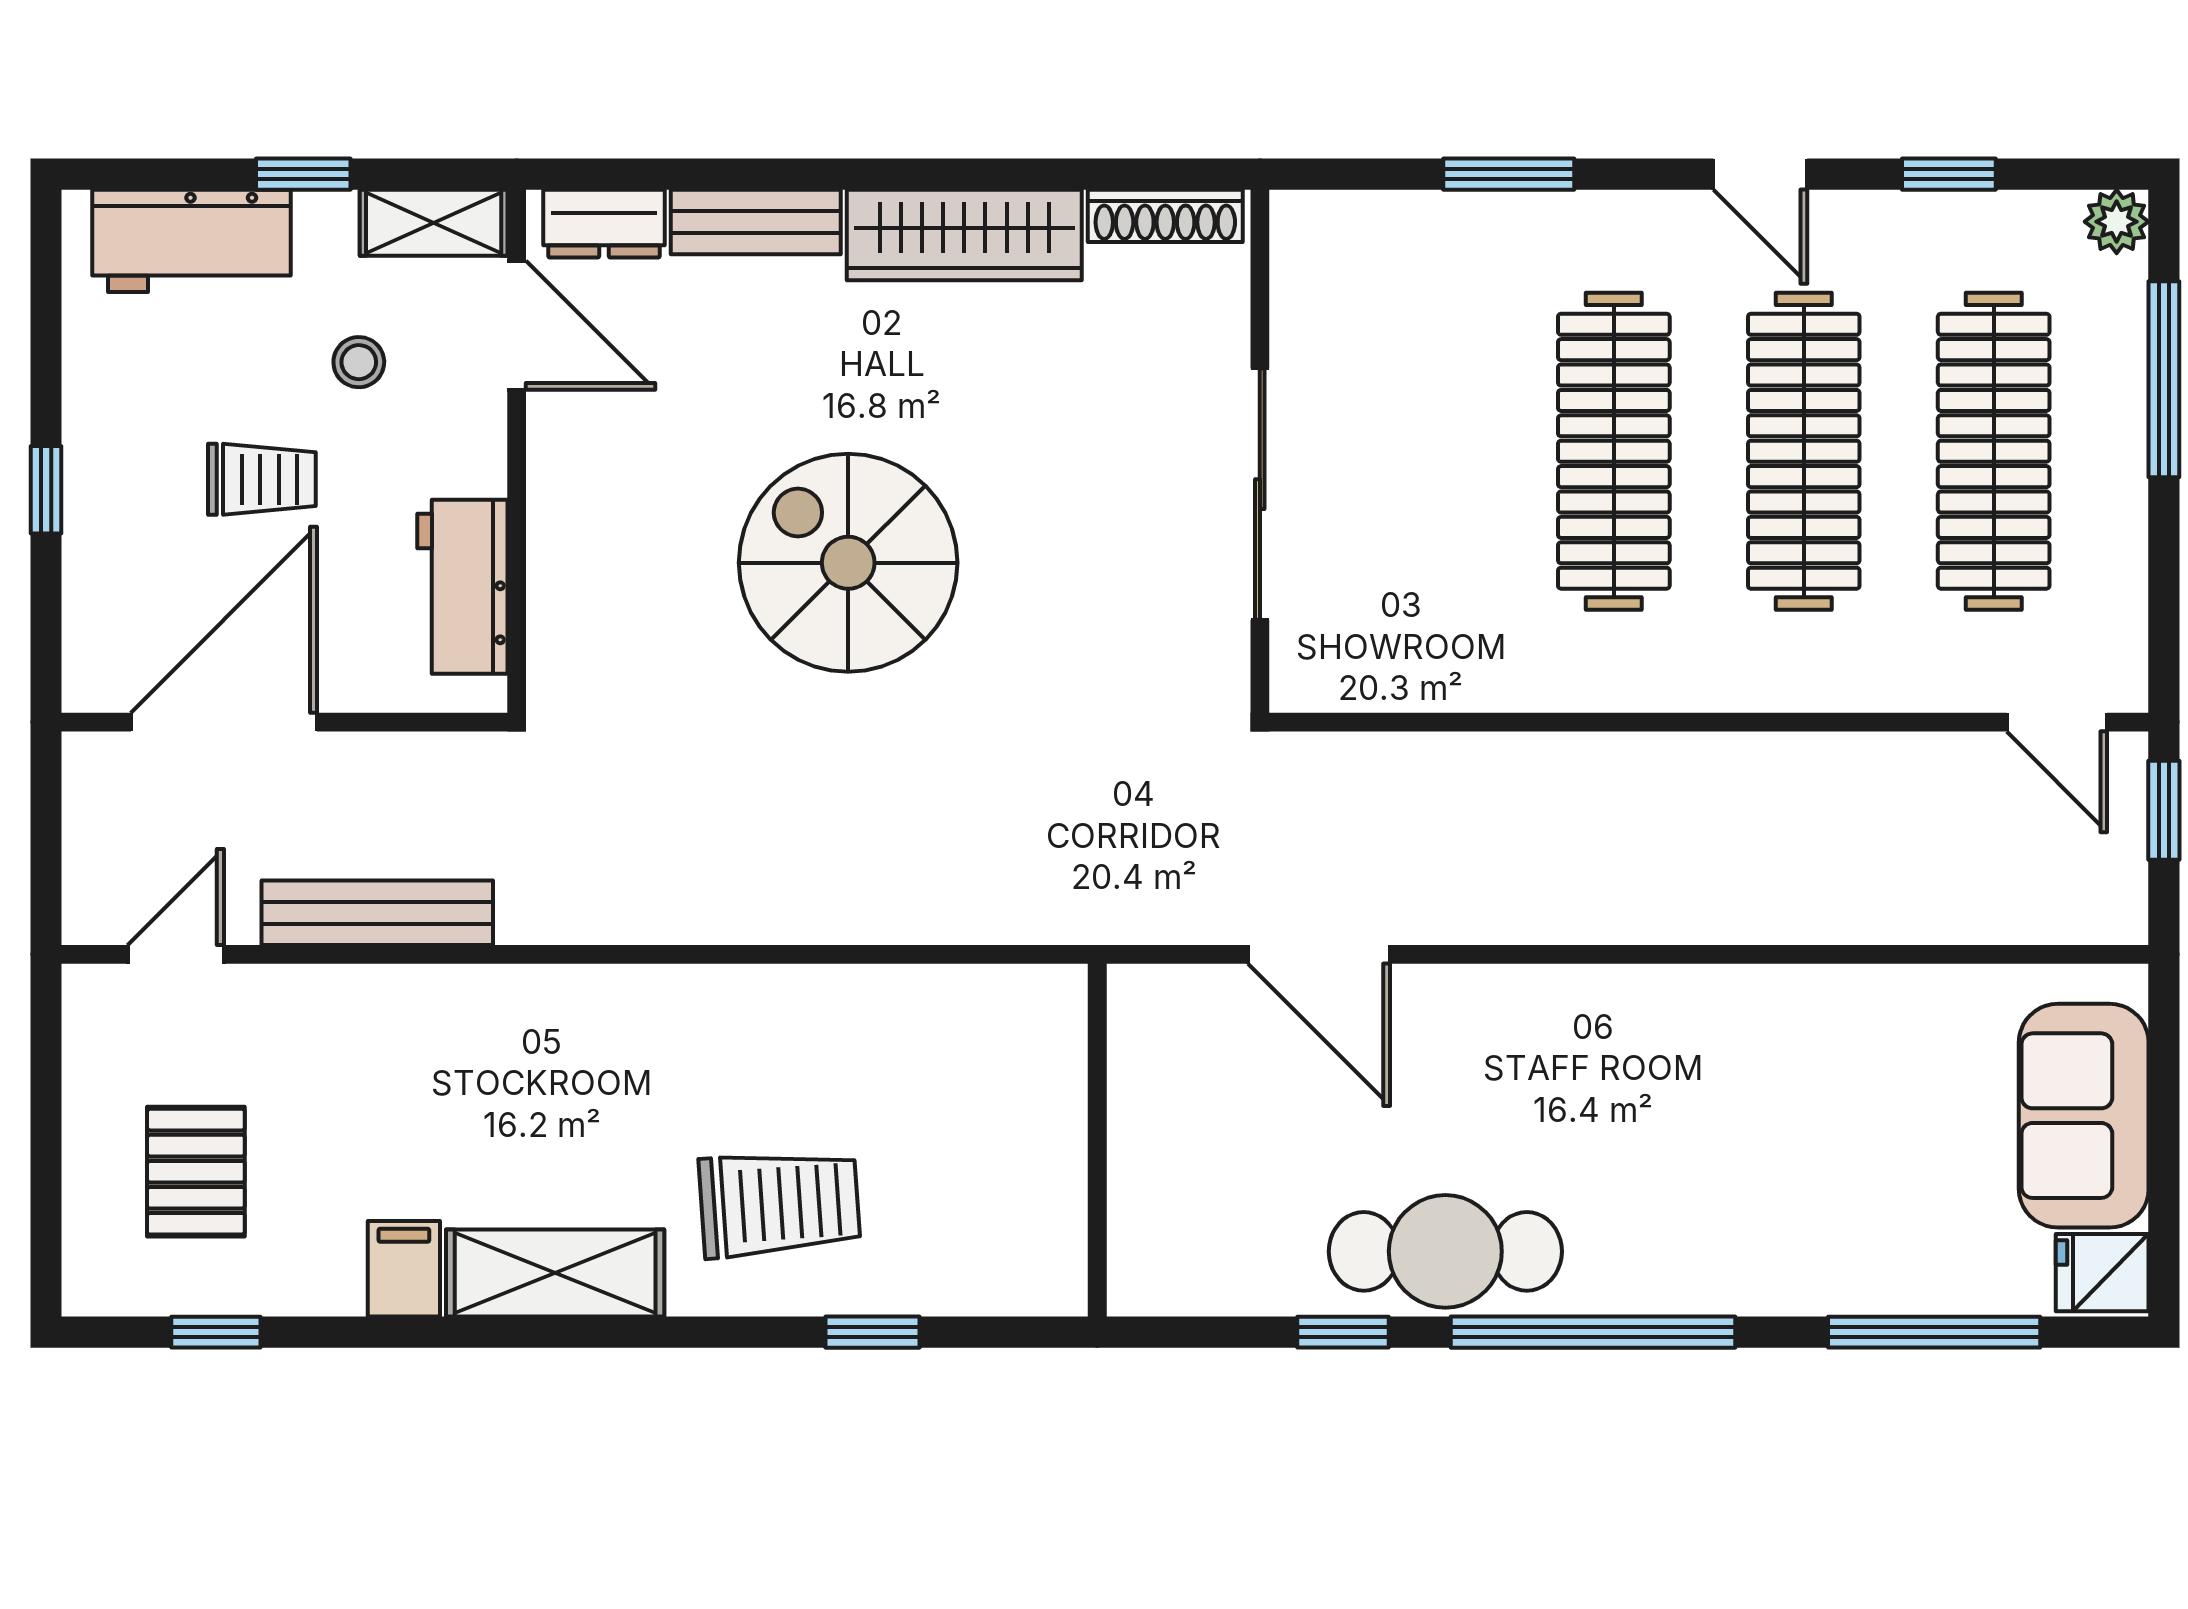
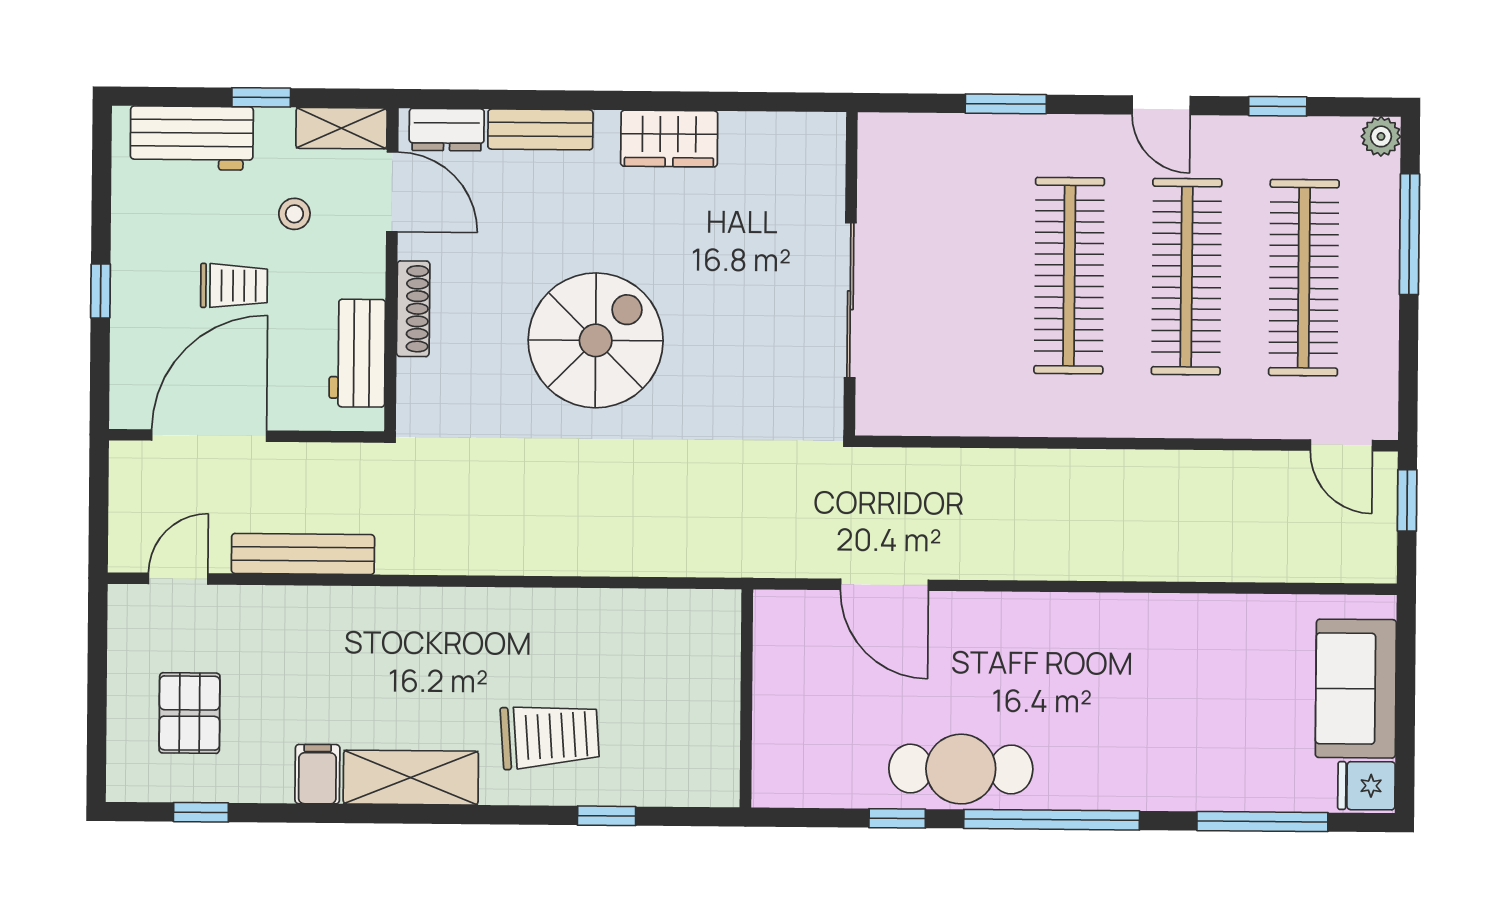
shoe rack: (1165, 216) -> (413, 309), moved, turned -90
wardrobe: (964, 235) -> (669, 139), width x0.67
spiral stairs: (848, 563) -> (596, 340), turned 90

